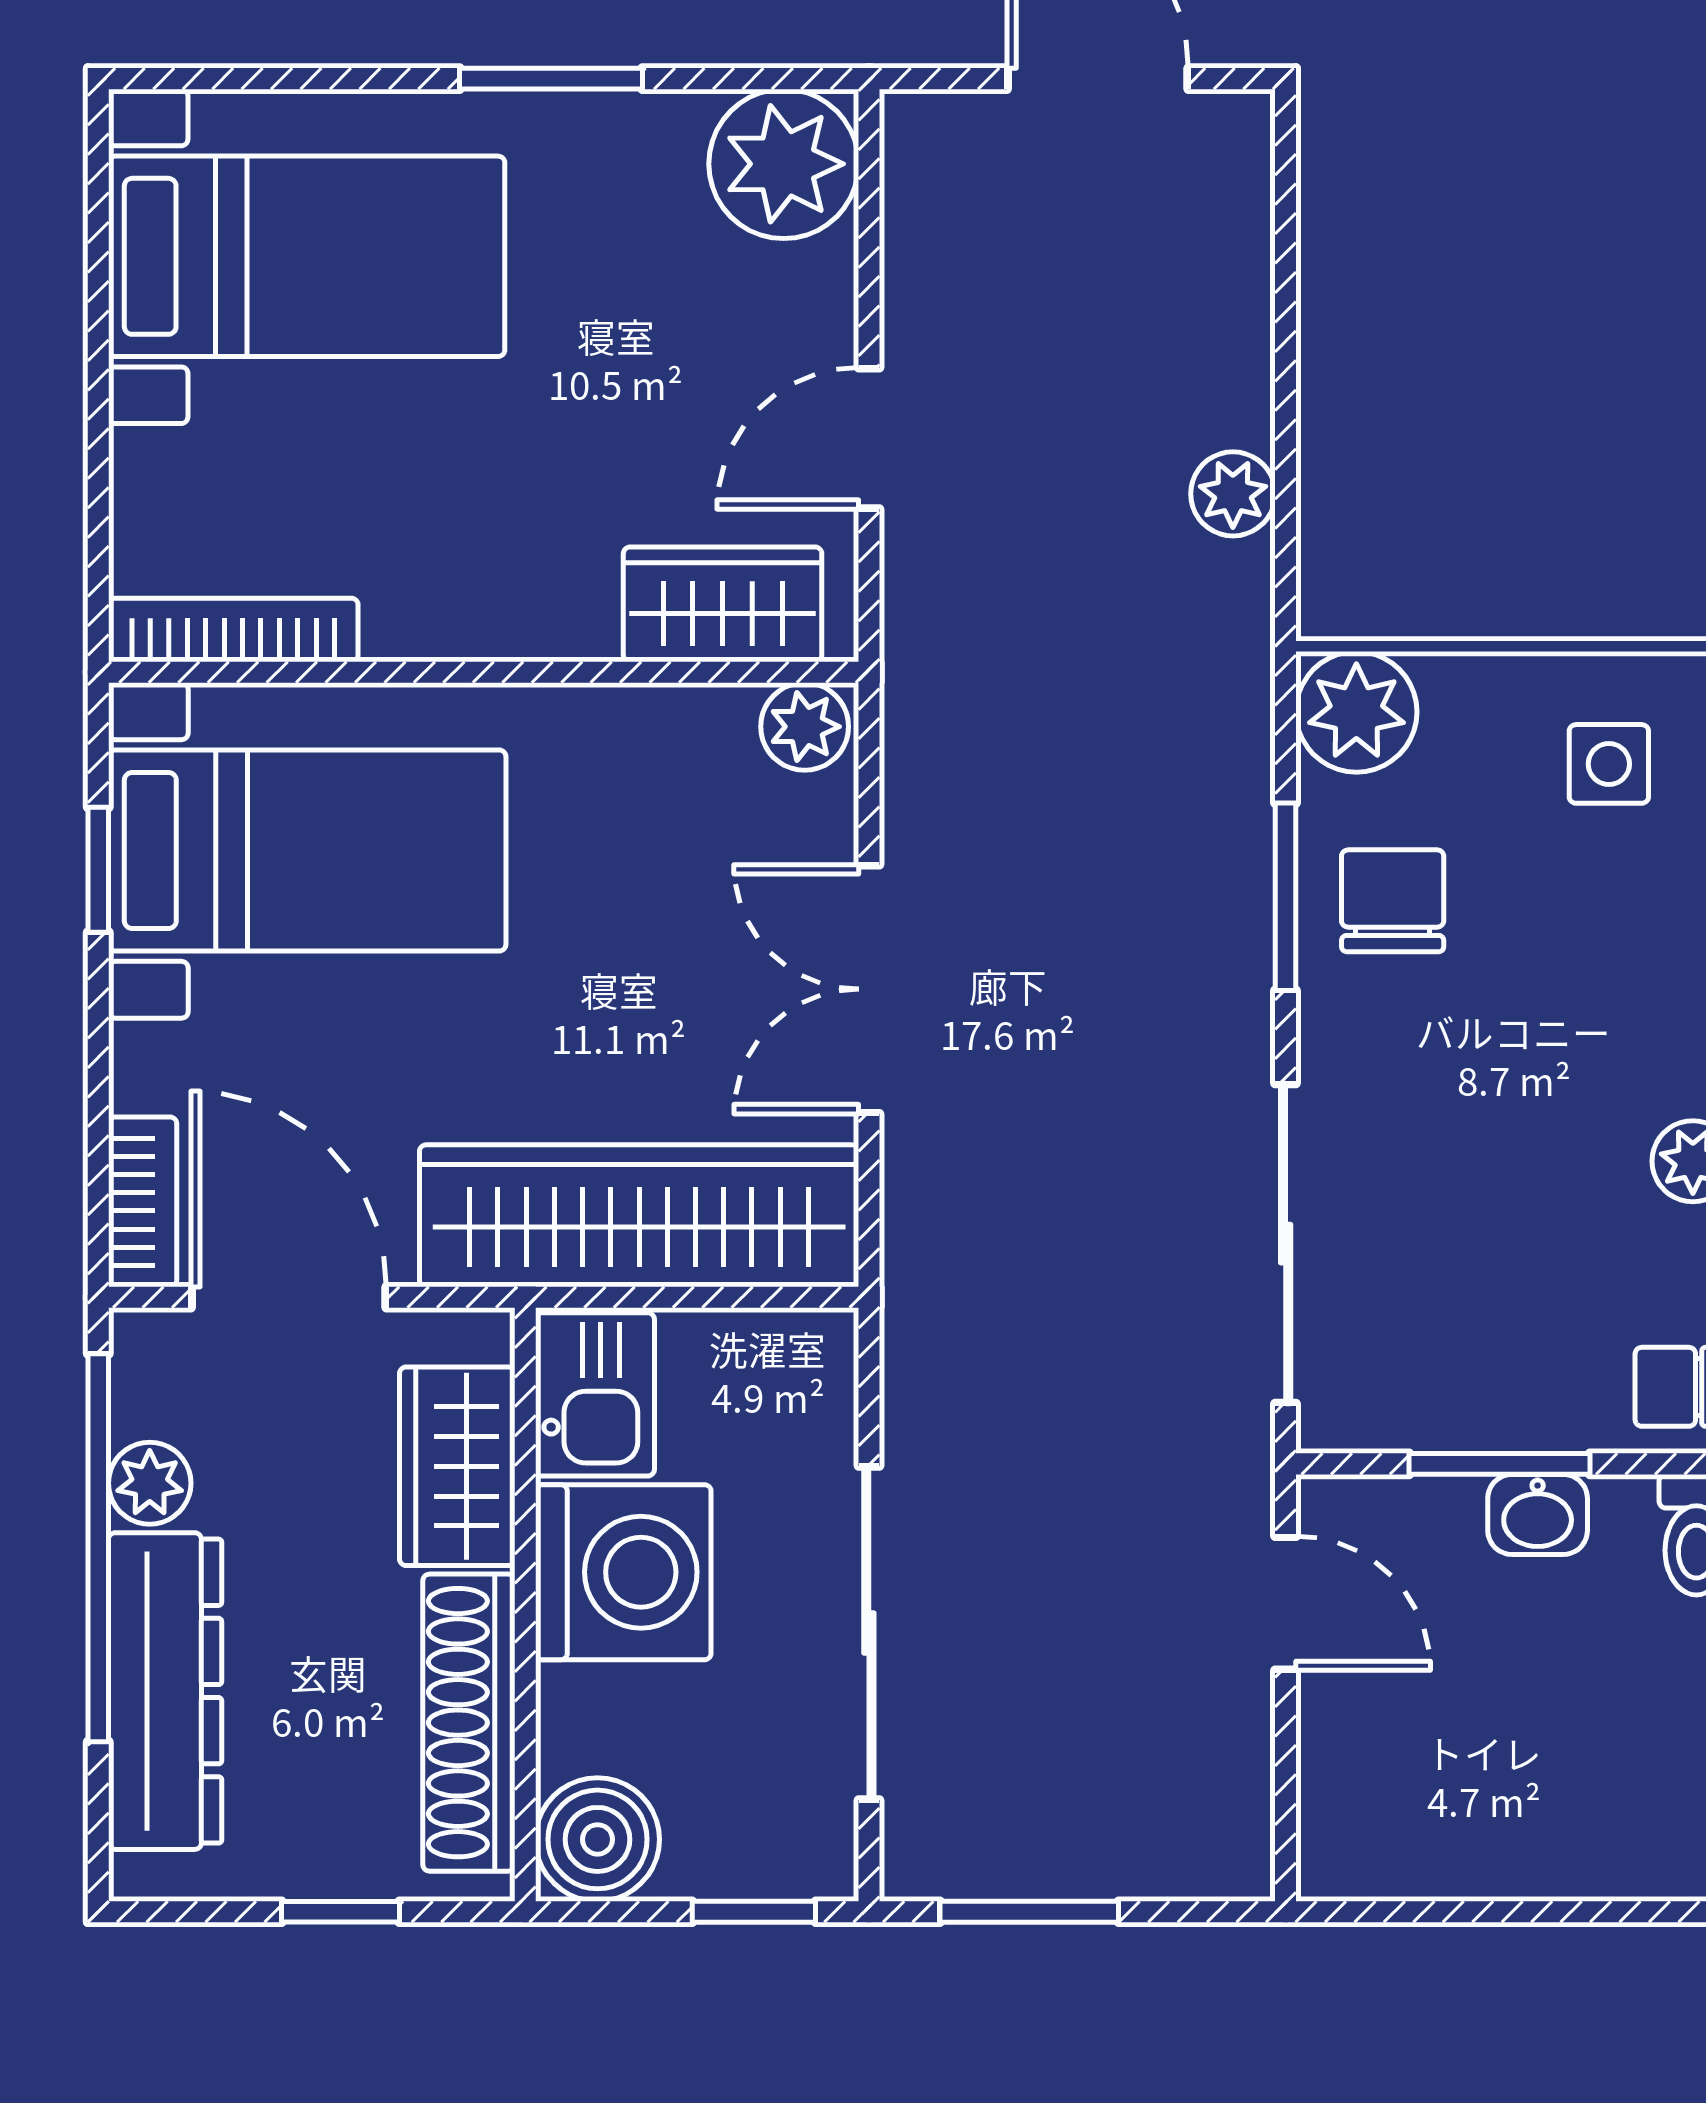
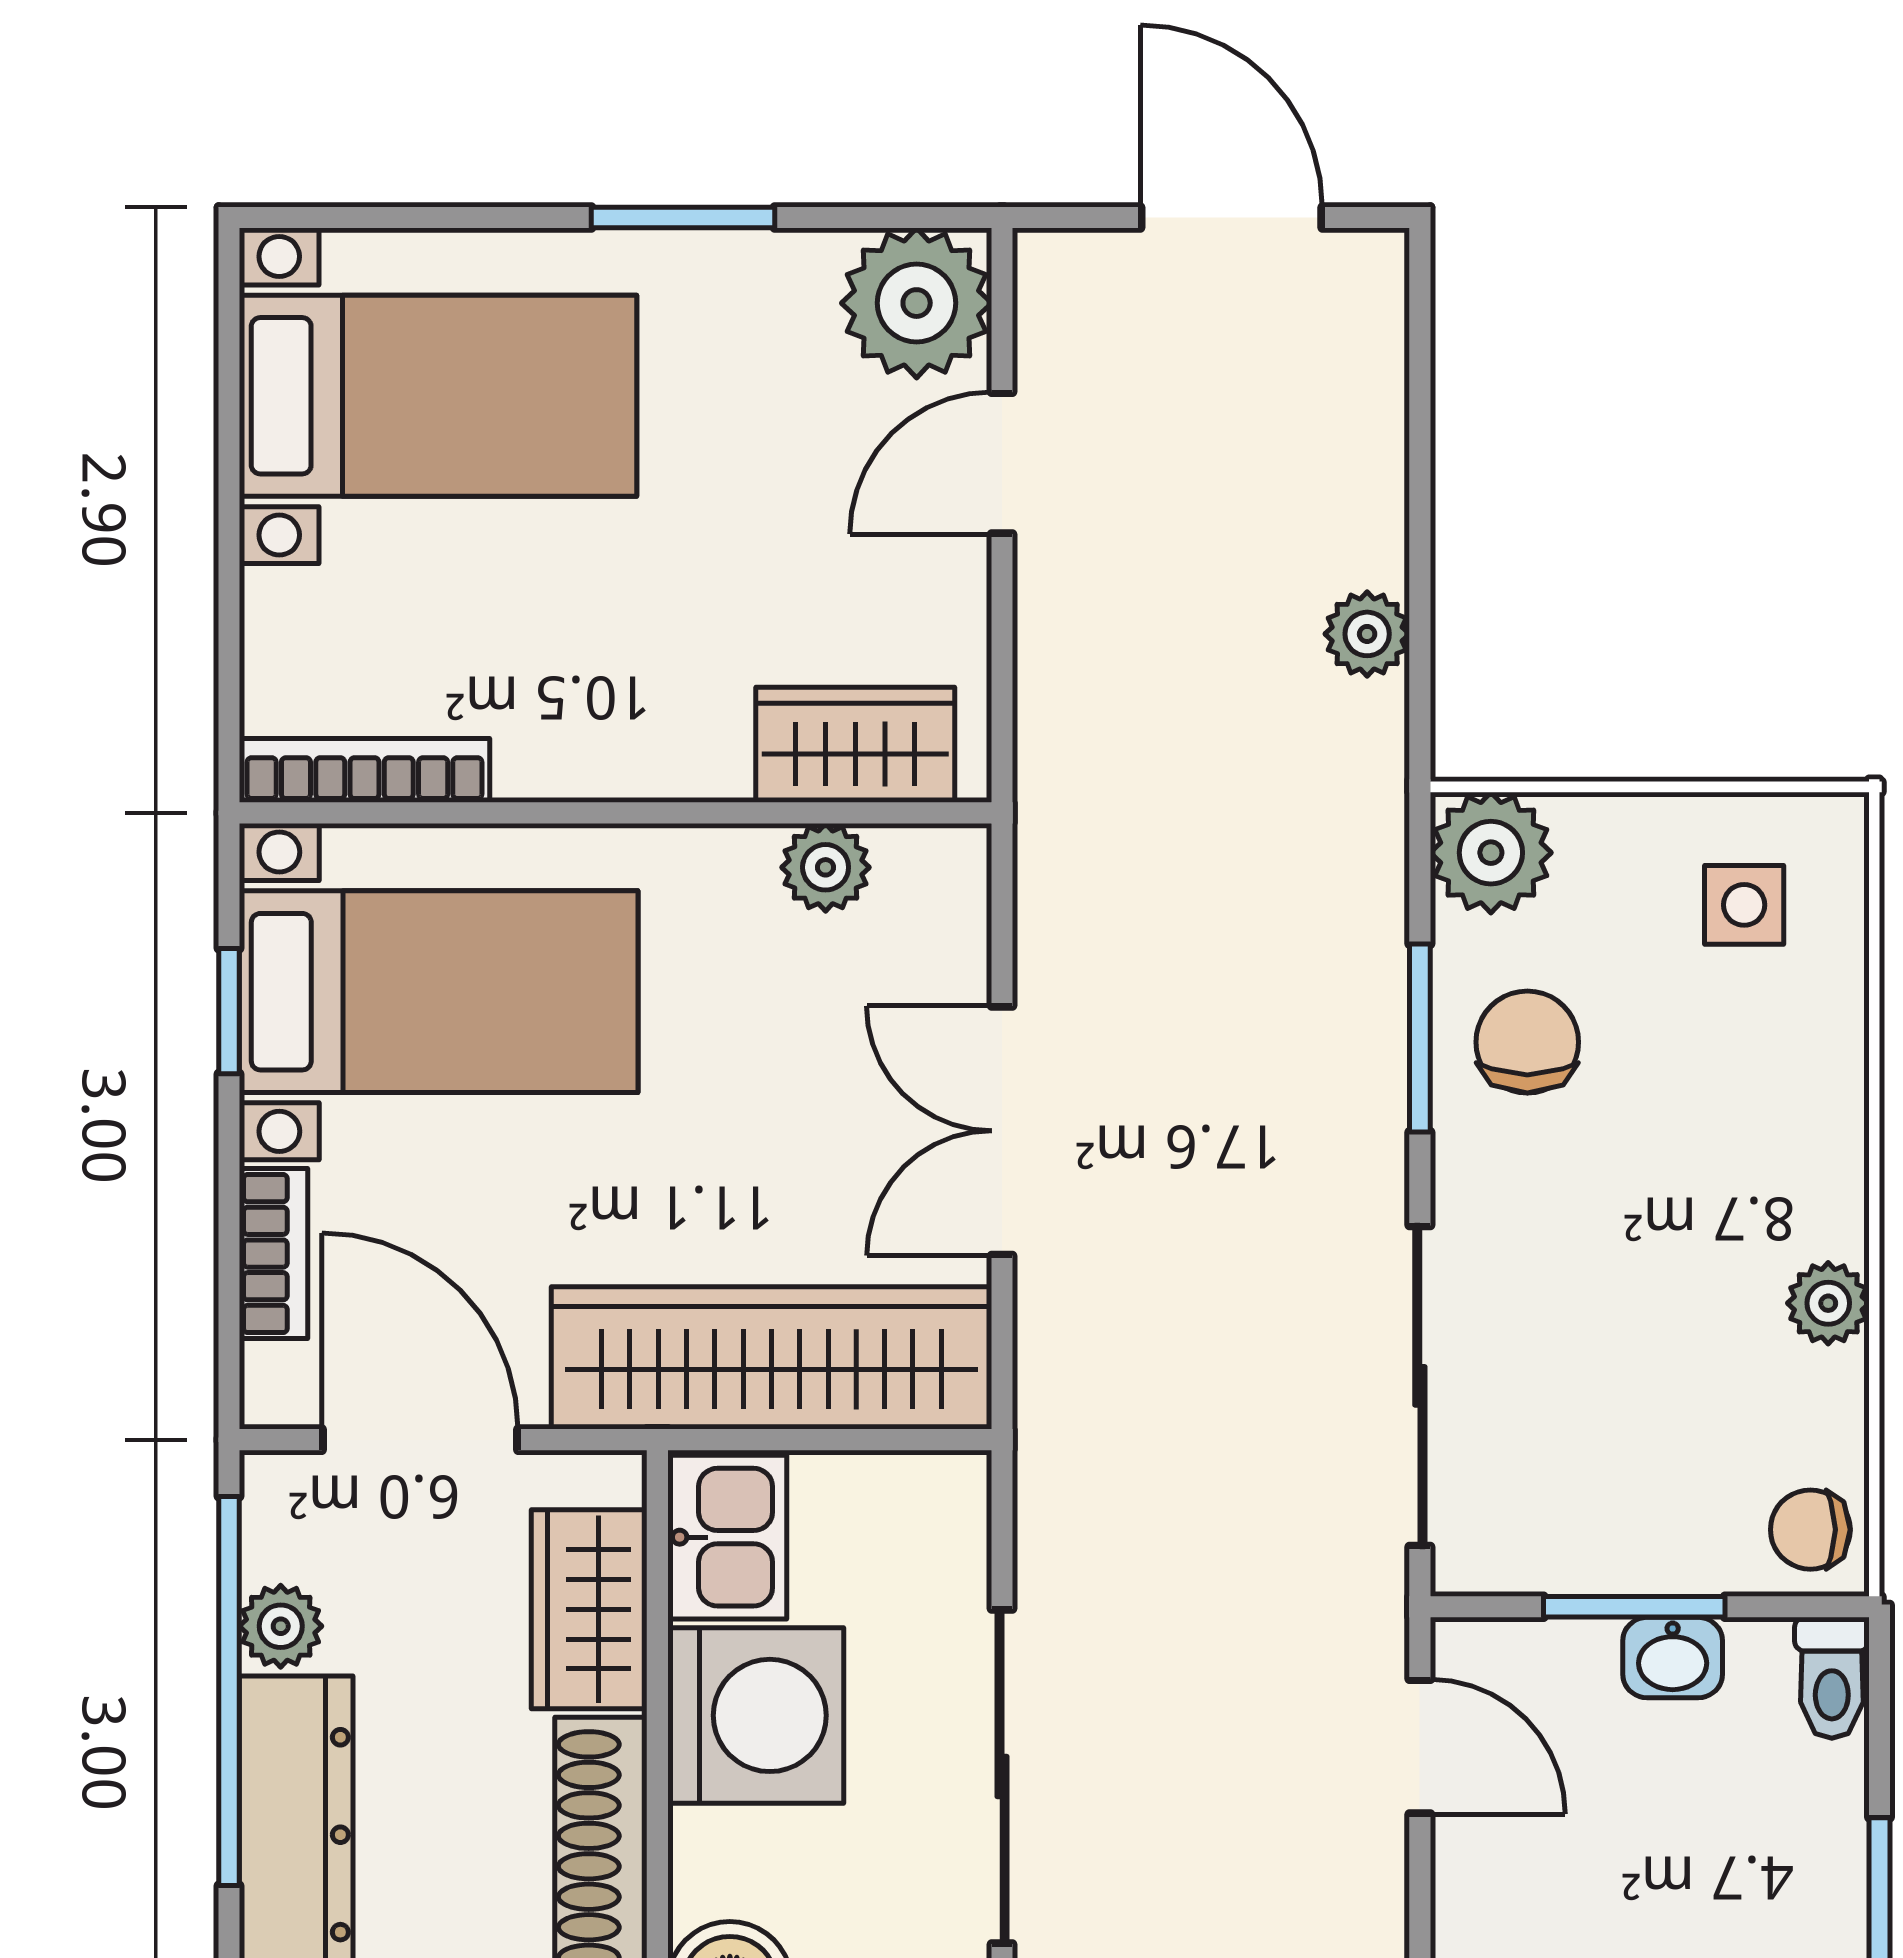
door: (869, 438) -> (1002, 463), moved
plant: (805, 727) -> (826, 867), moved
bookcase: (143, 1202) -> (274, 1254), moved

